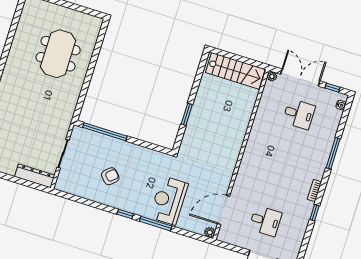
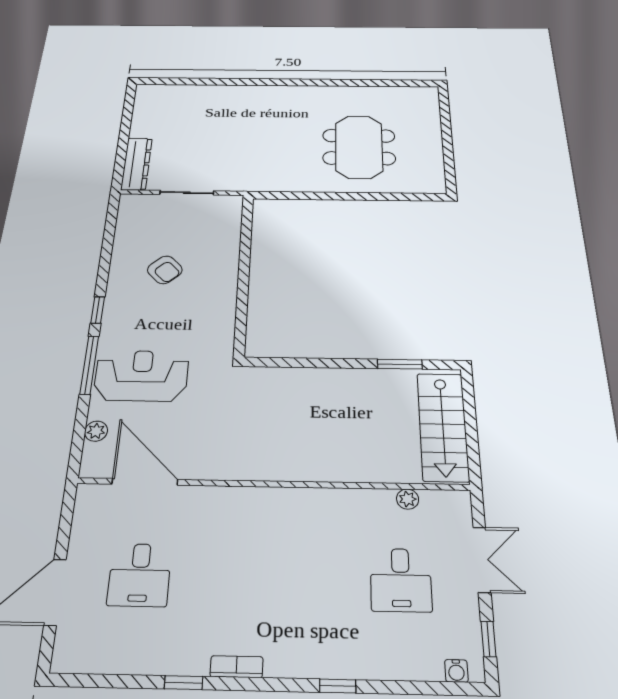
meeting table: (58, 54) -> (359, 147), turned 90
plant: (272, 76) -> (408, 499), moved
double door: (300, 78) -> (482, 560), width x0.73
window: (187, 114) -> (400, 364), moved
window: (105, 132) -> (246, 242), removed
window: (333, 153) -> (338, 686), width x0.46
plant: (210, 232) -> (96, 431), moved

